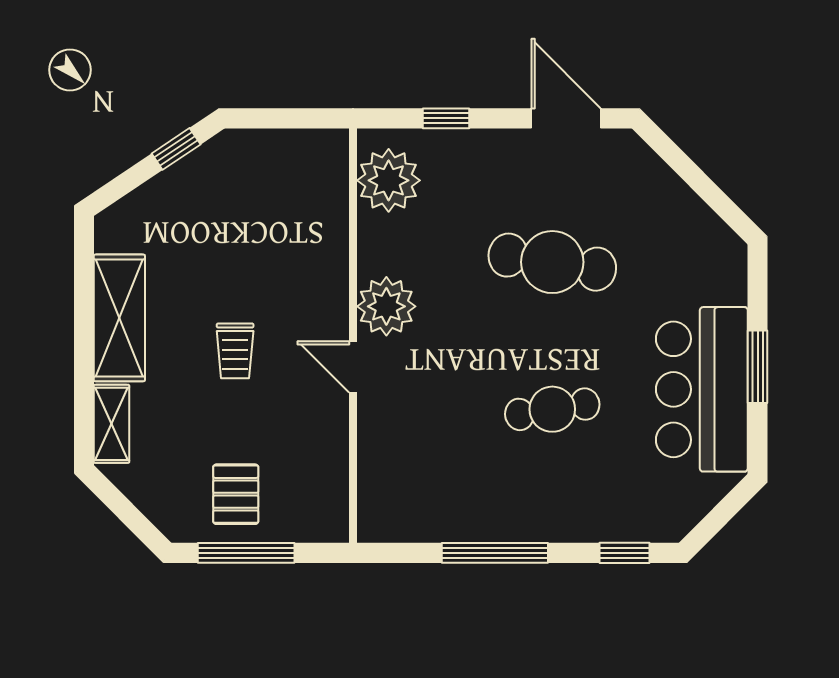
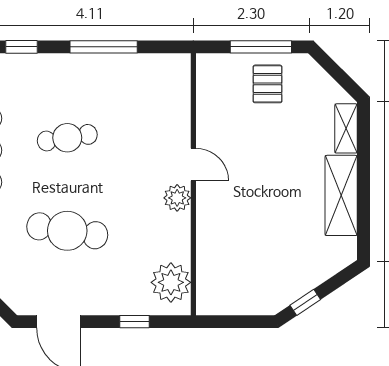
plant: (386, 306) -> (177, 198), width x0.73, depth x0.73
trolley: (235, 351) -> (268, 175), removed

